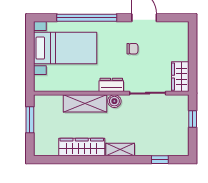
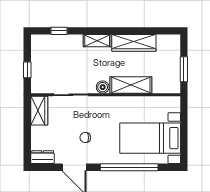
dresser: (111, 85) -> (43, 157), moved, turned 180

